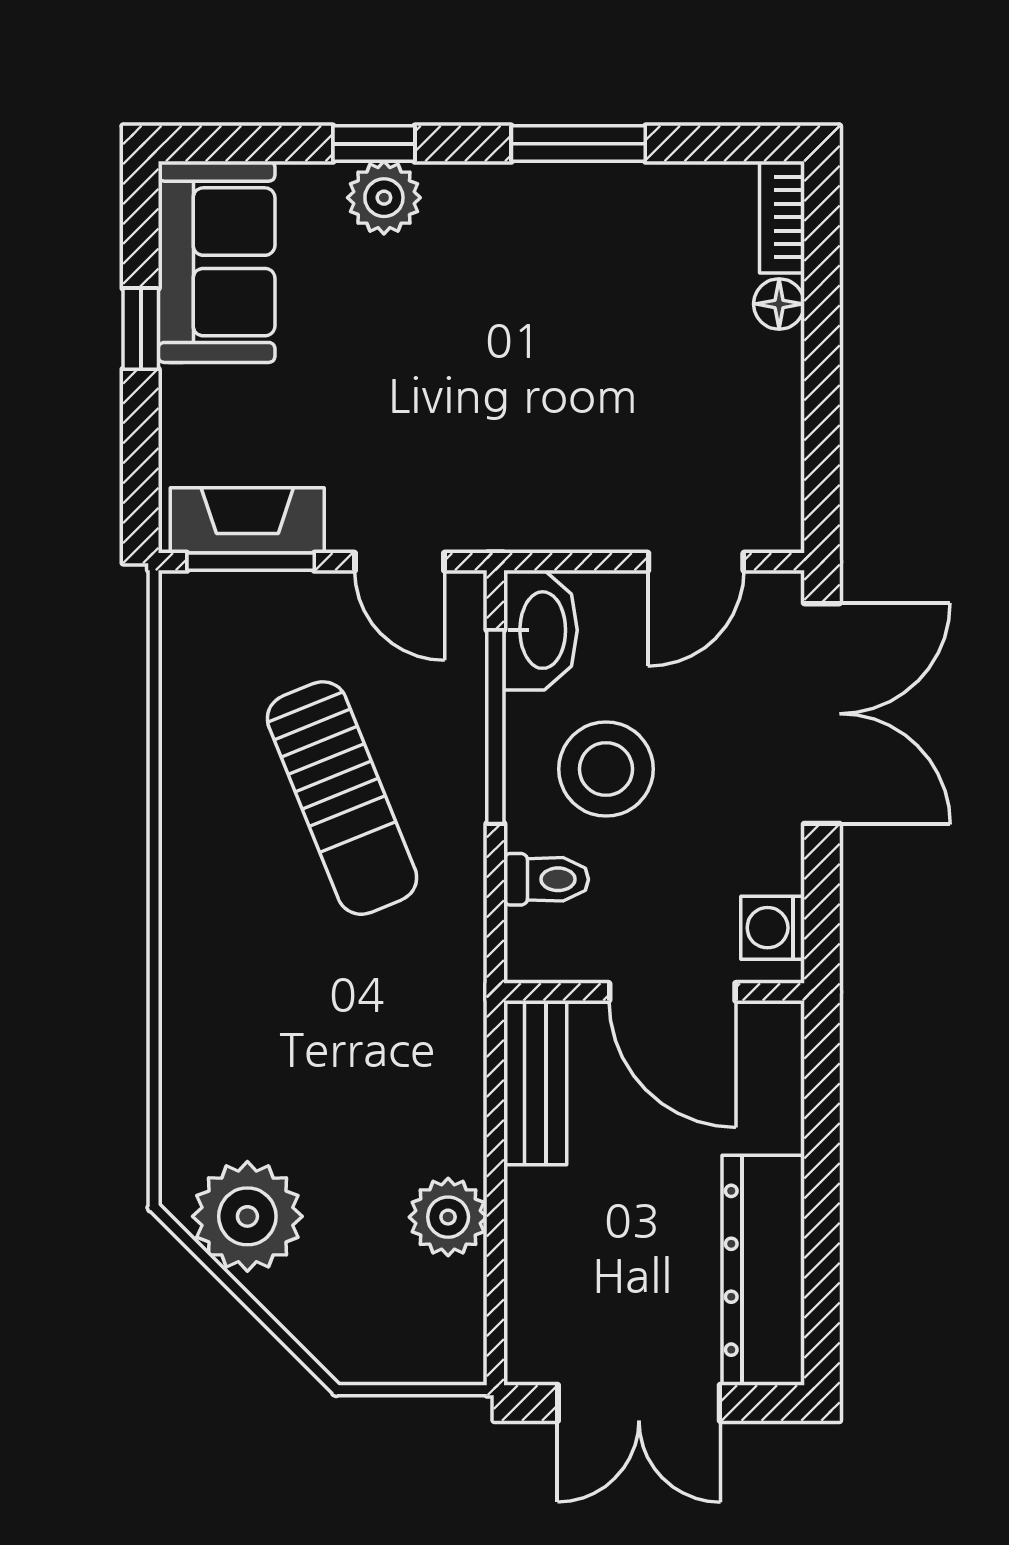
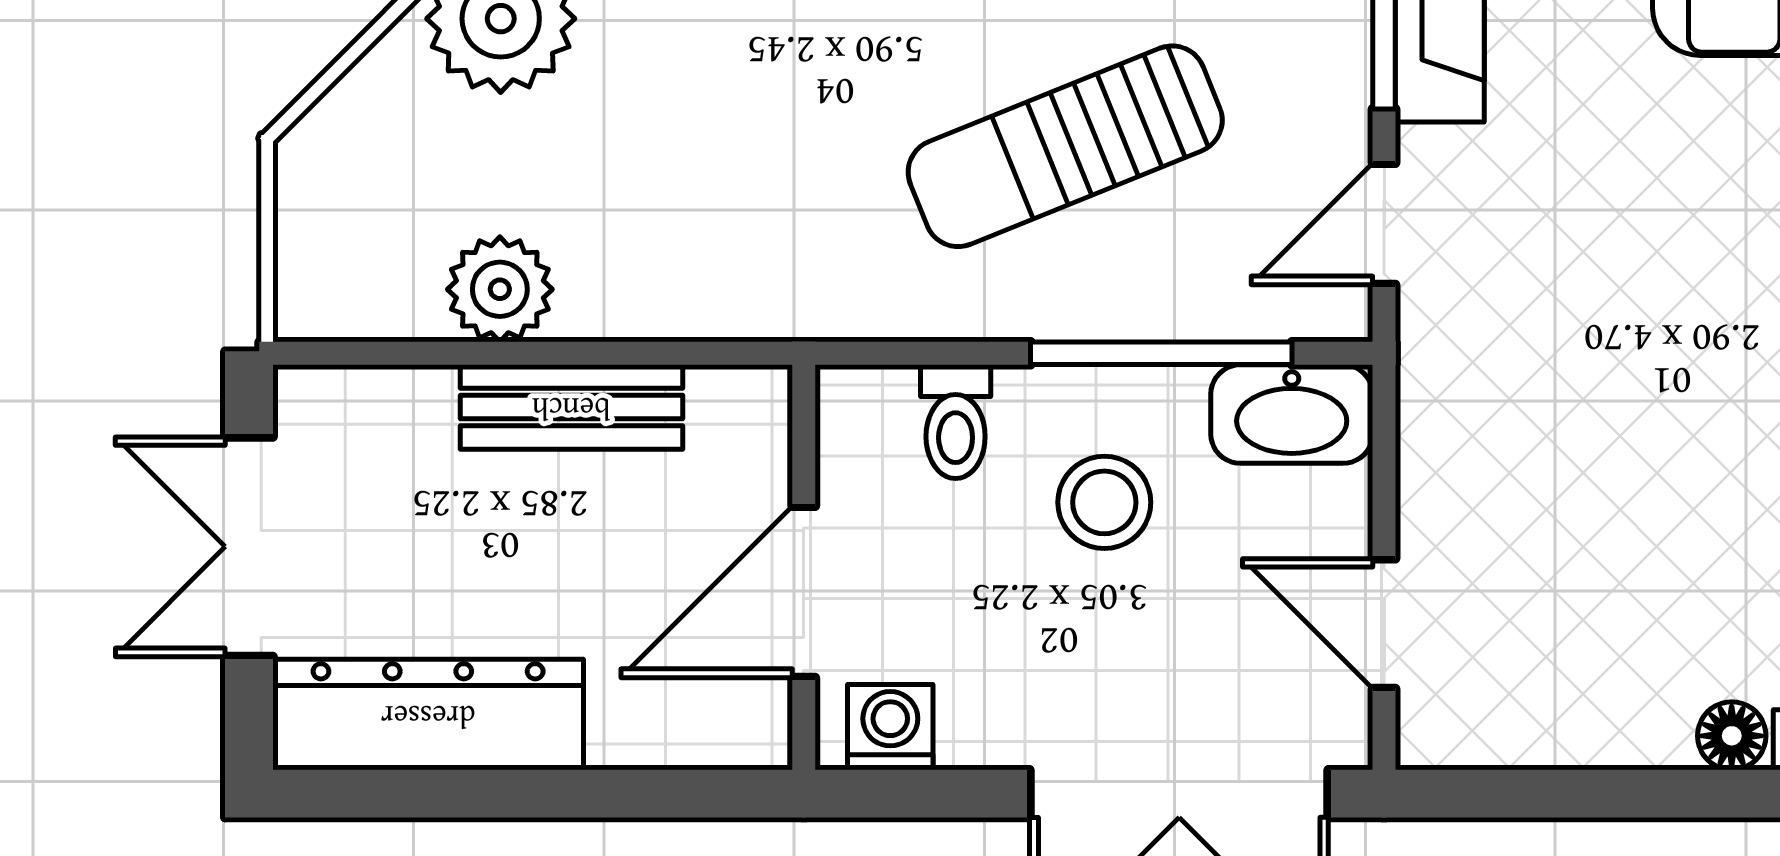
stool: (606, 769) -> (1104, 502), width x0.73, depth x0.73
bench: (535, 1083) -> (571, 407), moved

